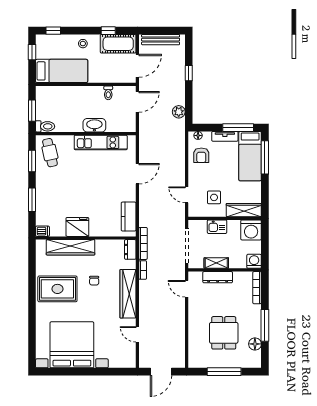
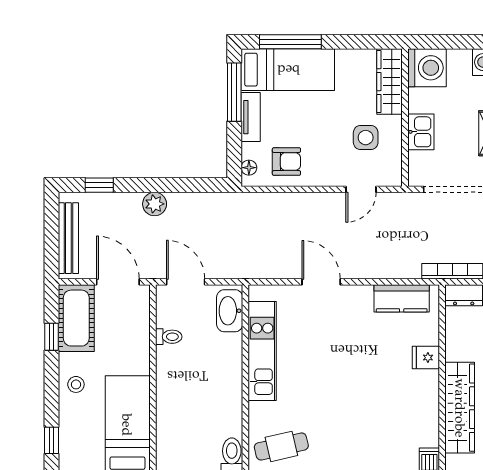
window: (189, 73) -> (99, 185), moved
plant: (179, 112) -> (155, 204), moved
washbasin: (94, 125) -> (230, 311), moved
fridge: (77, 227) -> (426, 358), moved, width x0.53, depth x0.75

